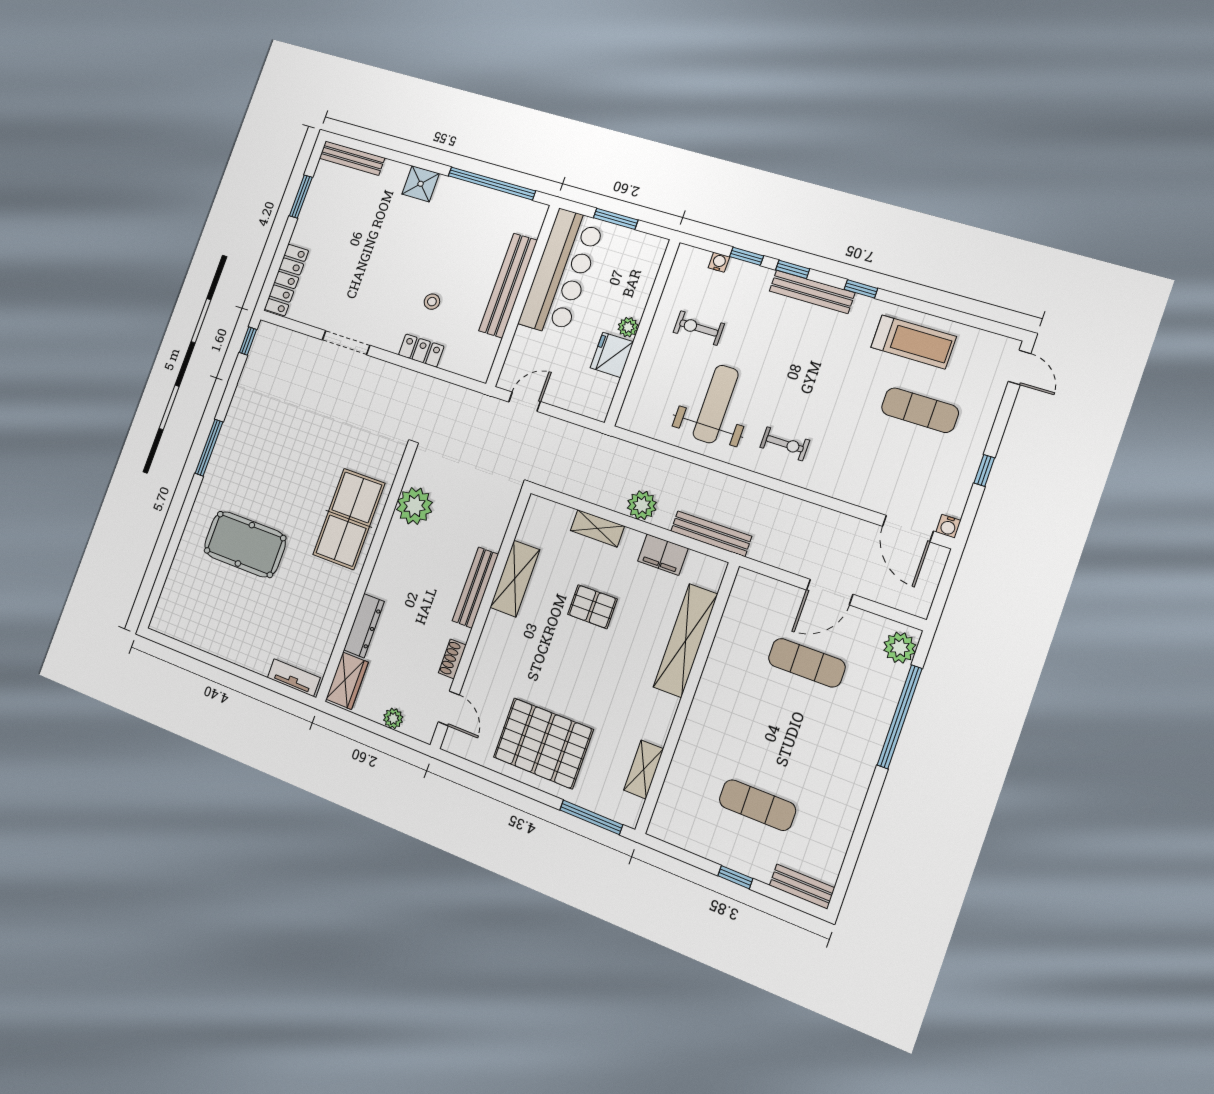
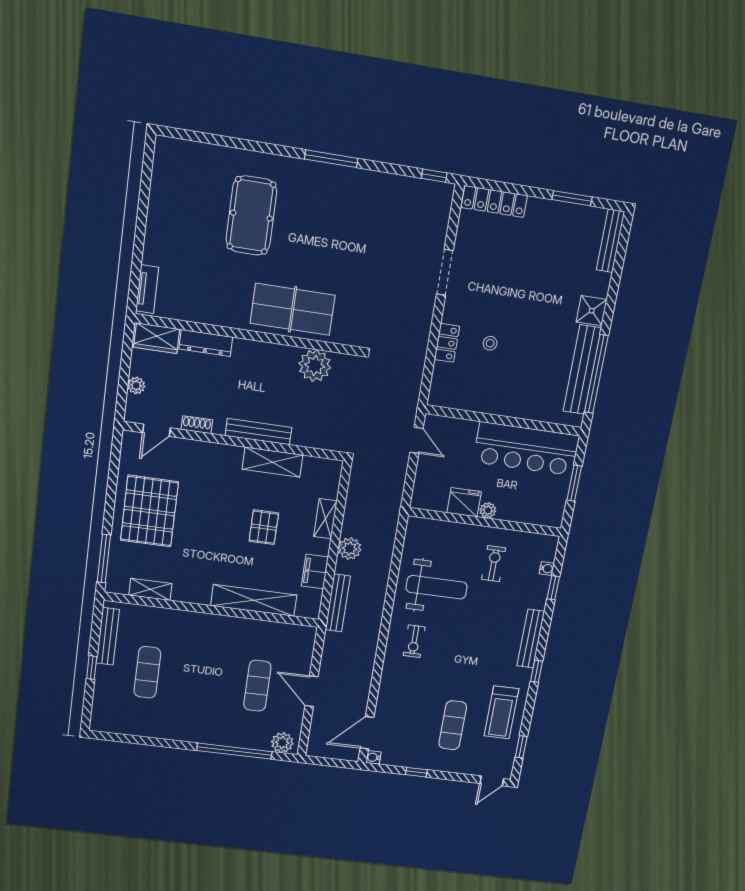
window: (793, 269) -> (521, 747), moved
bench: (508, 286) -> (582, 370), moved, turned 90
bench: (802, 886) -> (108, 636), moved, width x1.36

